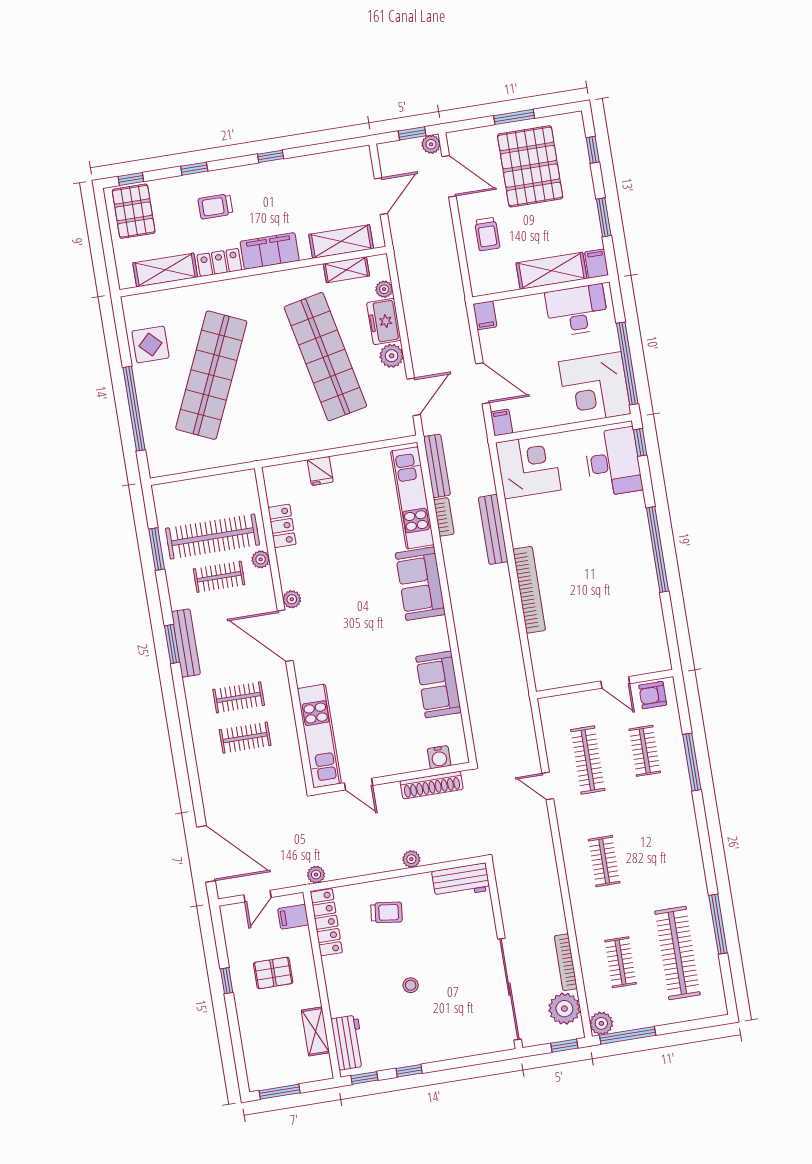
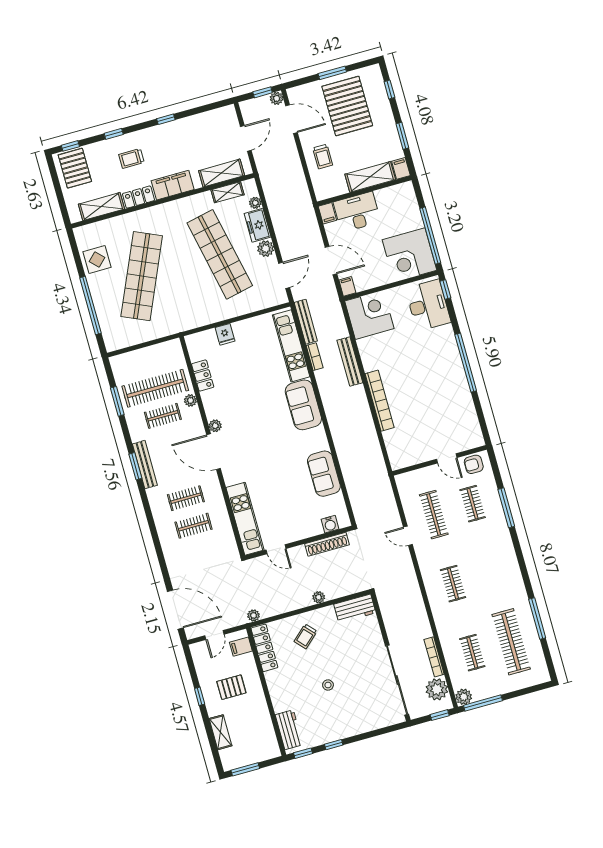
desk: (577, 310) -> (357, 212), moved
trolley: (387, 912) -> (306, 636), turned 131
shelving: (315, 1031) -> (220, 732), moved

